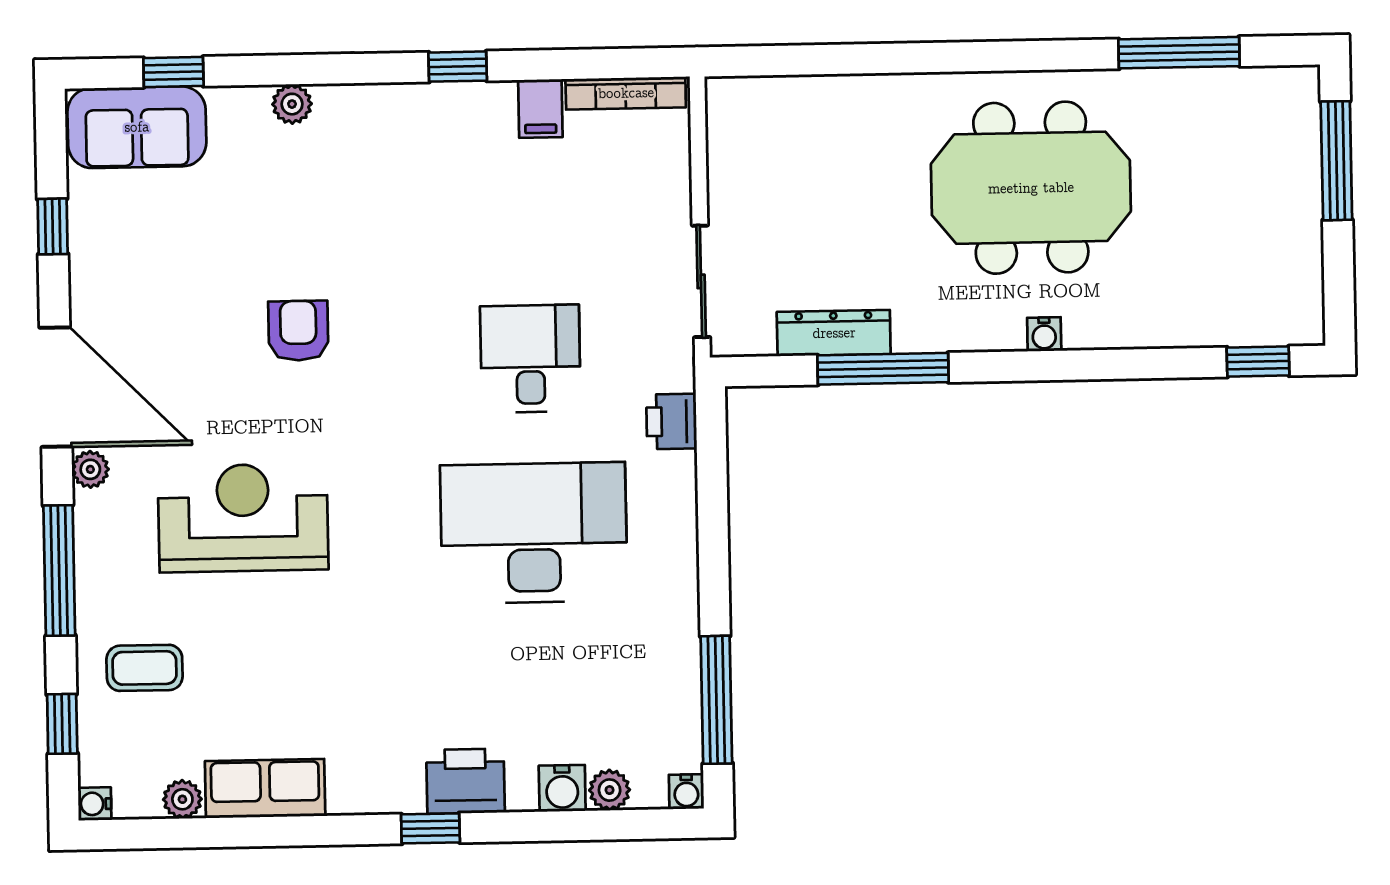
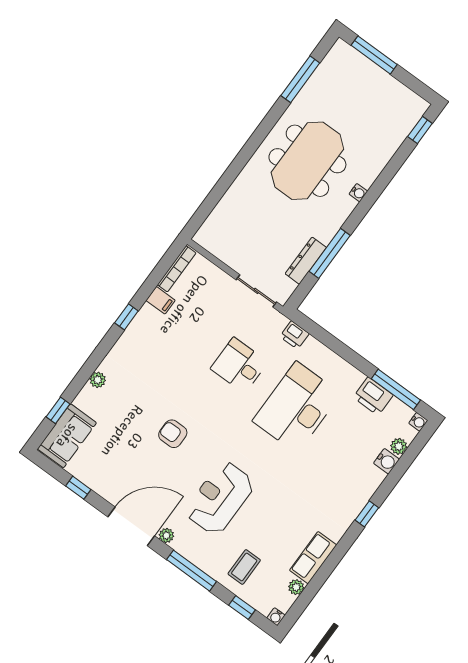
printer: (465, 781) -> (373, 396), moved, turned -90

